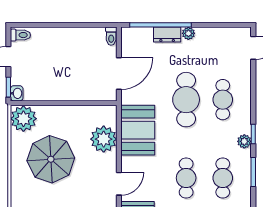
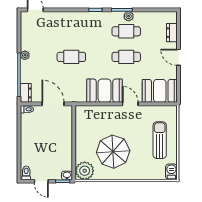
dresser: (167, 35) -> (26, 93), moved
cafe table: (186, 100) -> (71, 57), width x0.73, depth x0.74
cafe table: (223, 100) -> (71, 31), removed
booth: (138, 130) -> (105, 91), moved
plant: (104, 139) -> (99, 115), removed
plant: (244, 141) -> (129, 16), moved

